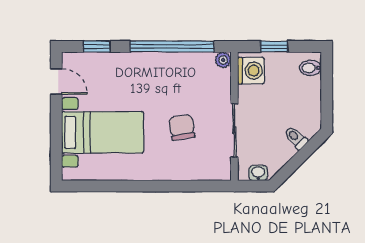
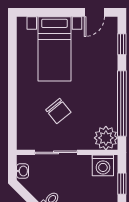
plant: (223, 60) -> (106, 138), width x1.88, depth x1.88
chair: (182, 127) -> (58, 111), turned 60

